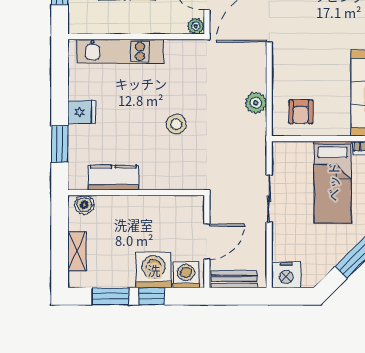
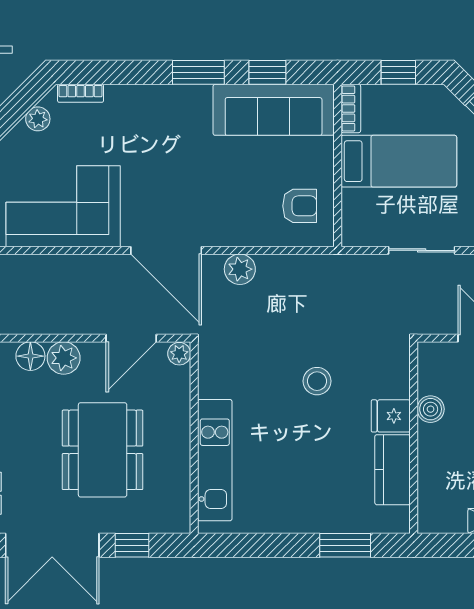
plant: (256, 103) -> (240, 269), moved
fridge: (82, 112) -> (391, 416), moved, turned -90
boiler: (84, 205) -> (431, 409), moved

